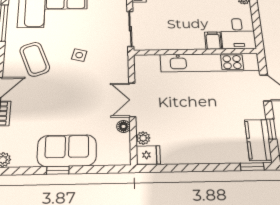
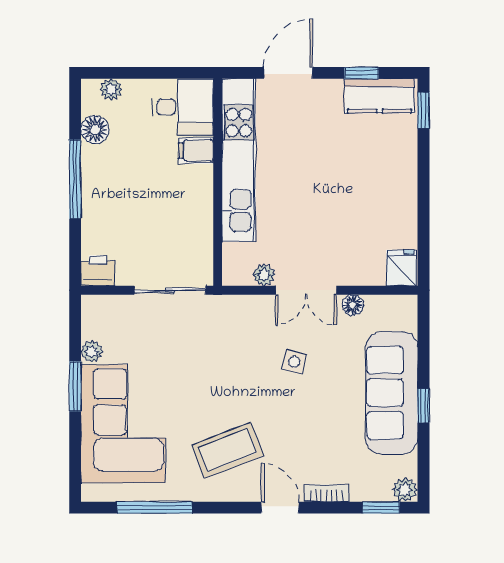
side table: (79, 55) -> (294, 362), moved
plant: (143, 138) -> (264, 275), moved
sofa: (67, 151) -> (392, 393), width x1.36

